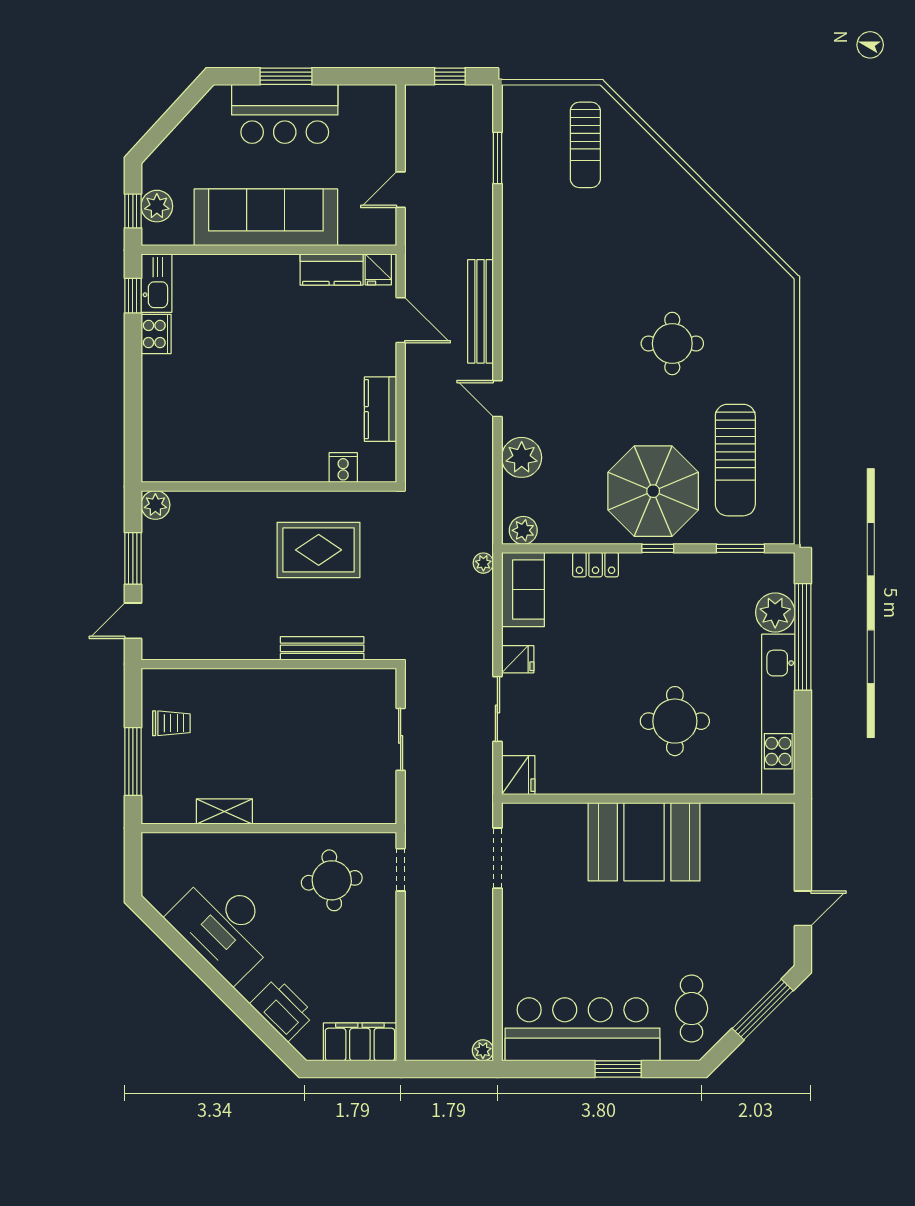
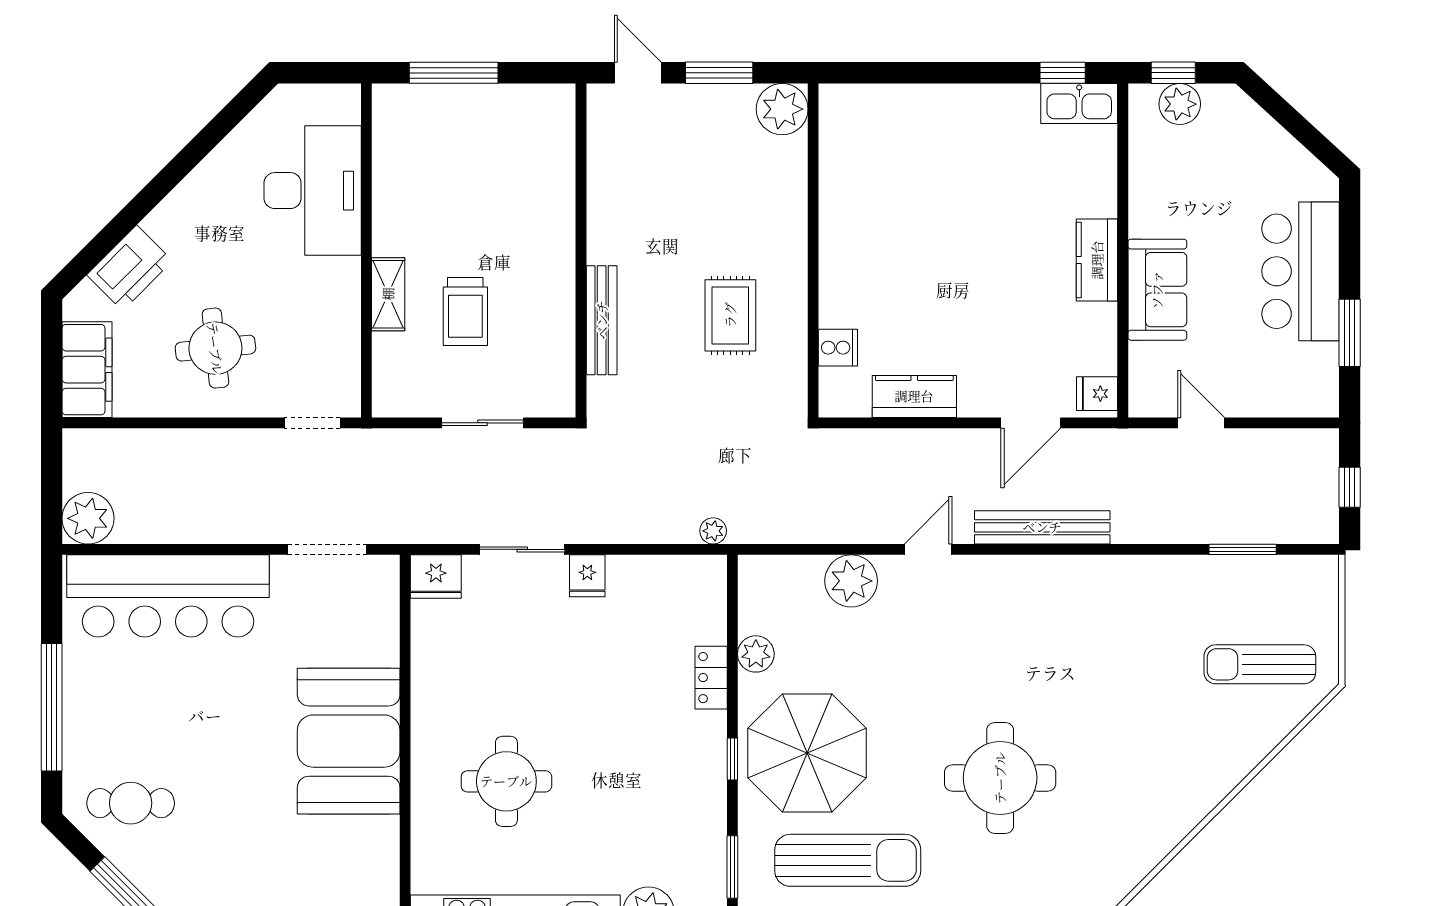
window: (286, 76) -> (1350, 333), moved
sofa: (266, 217) -> (1157, 290), width x0.54, depth x0.79
kitchen counter: (332, 269) -> (1097, 260), moved
cooker: (156, 334) -> (1013, 103), removed
round table: (672, 344) -> (1000, 778), width x1.36, depth x1.36
sun lounger: (735, 460) -> (848, 860), turned 180
plant: (155, 505) -> (782, 109), width x1.36, depth x1.36
plant: (523, 530) -> (756, 654), moved
rug: (319, 550) -> (730, 315), width x0.73, depth x0.70
sofa: (523, 589) -> (679, 583), removed
trolley: (171, 723) -> (465, 311), moved, width x1.36, depth x1.39
shelving: (224, 812) -> (388, 294), moved
round table: (332, 880) -> (215, 348), moved
desk: (224, 926) -> (313, 191), moved, turned 135
bar counter: (583, 1029) -> (168, 596), moved, turned 90
plant: (483, 1050) -> (88, 518), width x1.88, depth x1.88
window: (618, 1069) -> (52, 707), width x2.11

